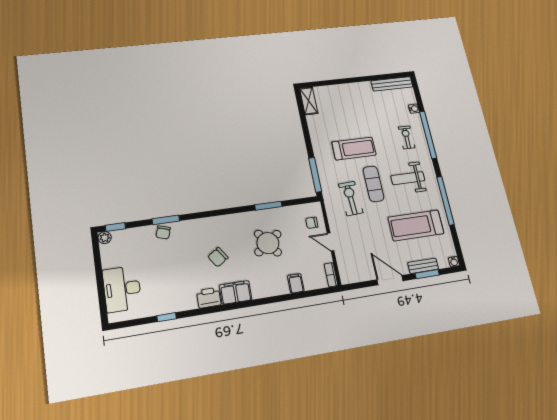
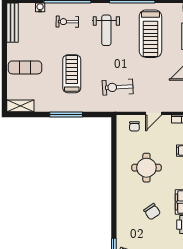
window: (315, 175) -> (66, 114), moved
exercise mat: (373, 184) -> (25, 67), moved
window: (268, 206) -> (114, 161), removed
round table: (268, 243) -> (146, 168), turned 36

